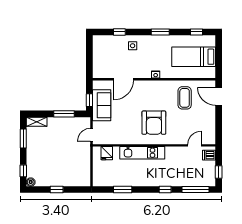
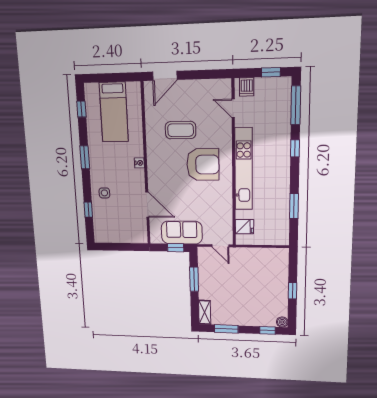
coffee table: (185, 98) -> (181, 130), moved
kitchen unit: (142, 153) -> (244, 169), width x1.36

